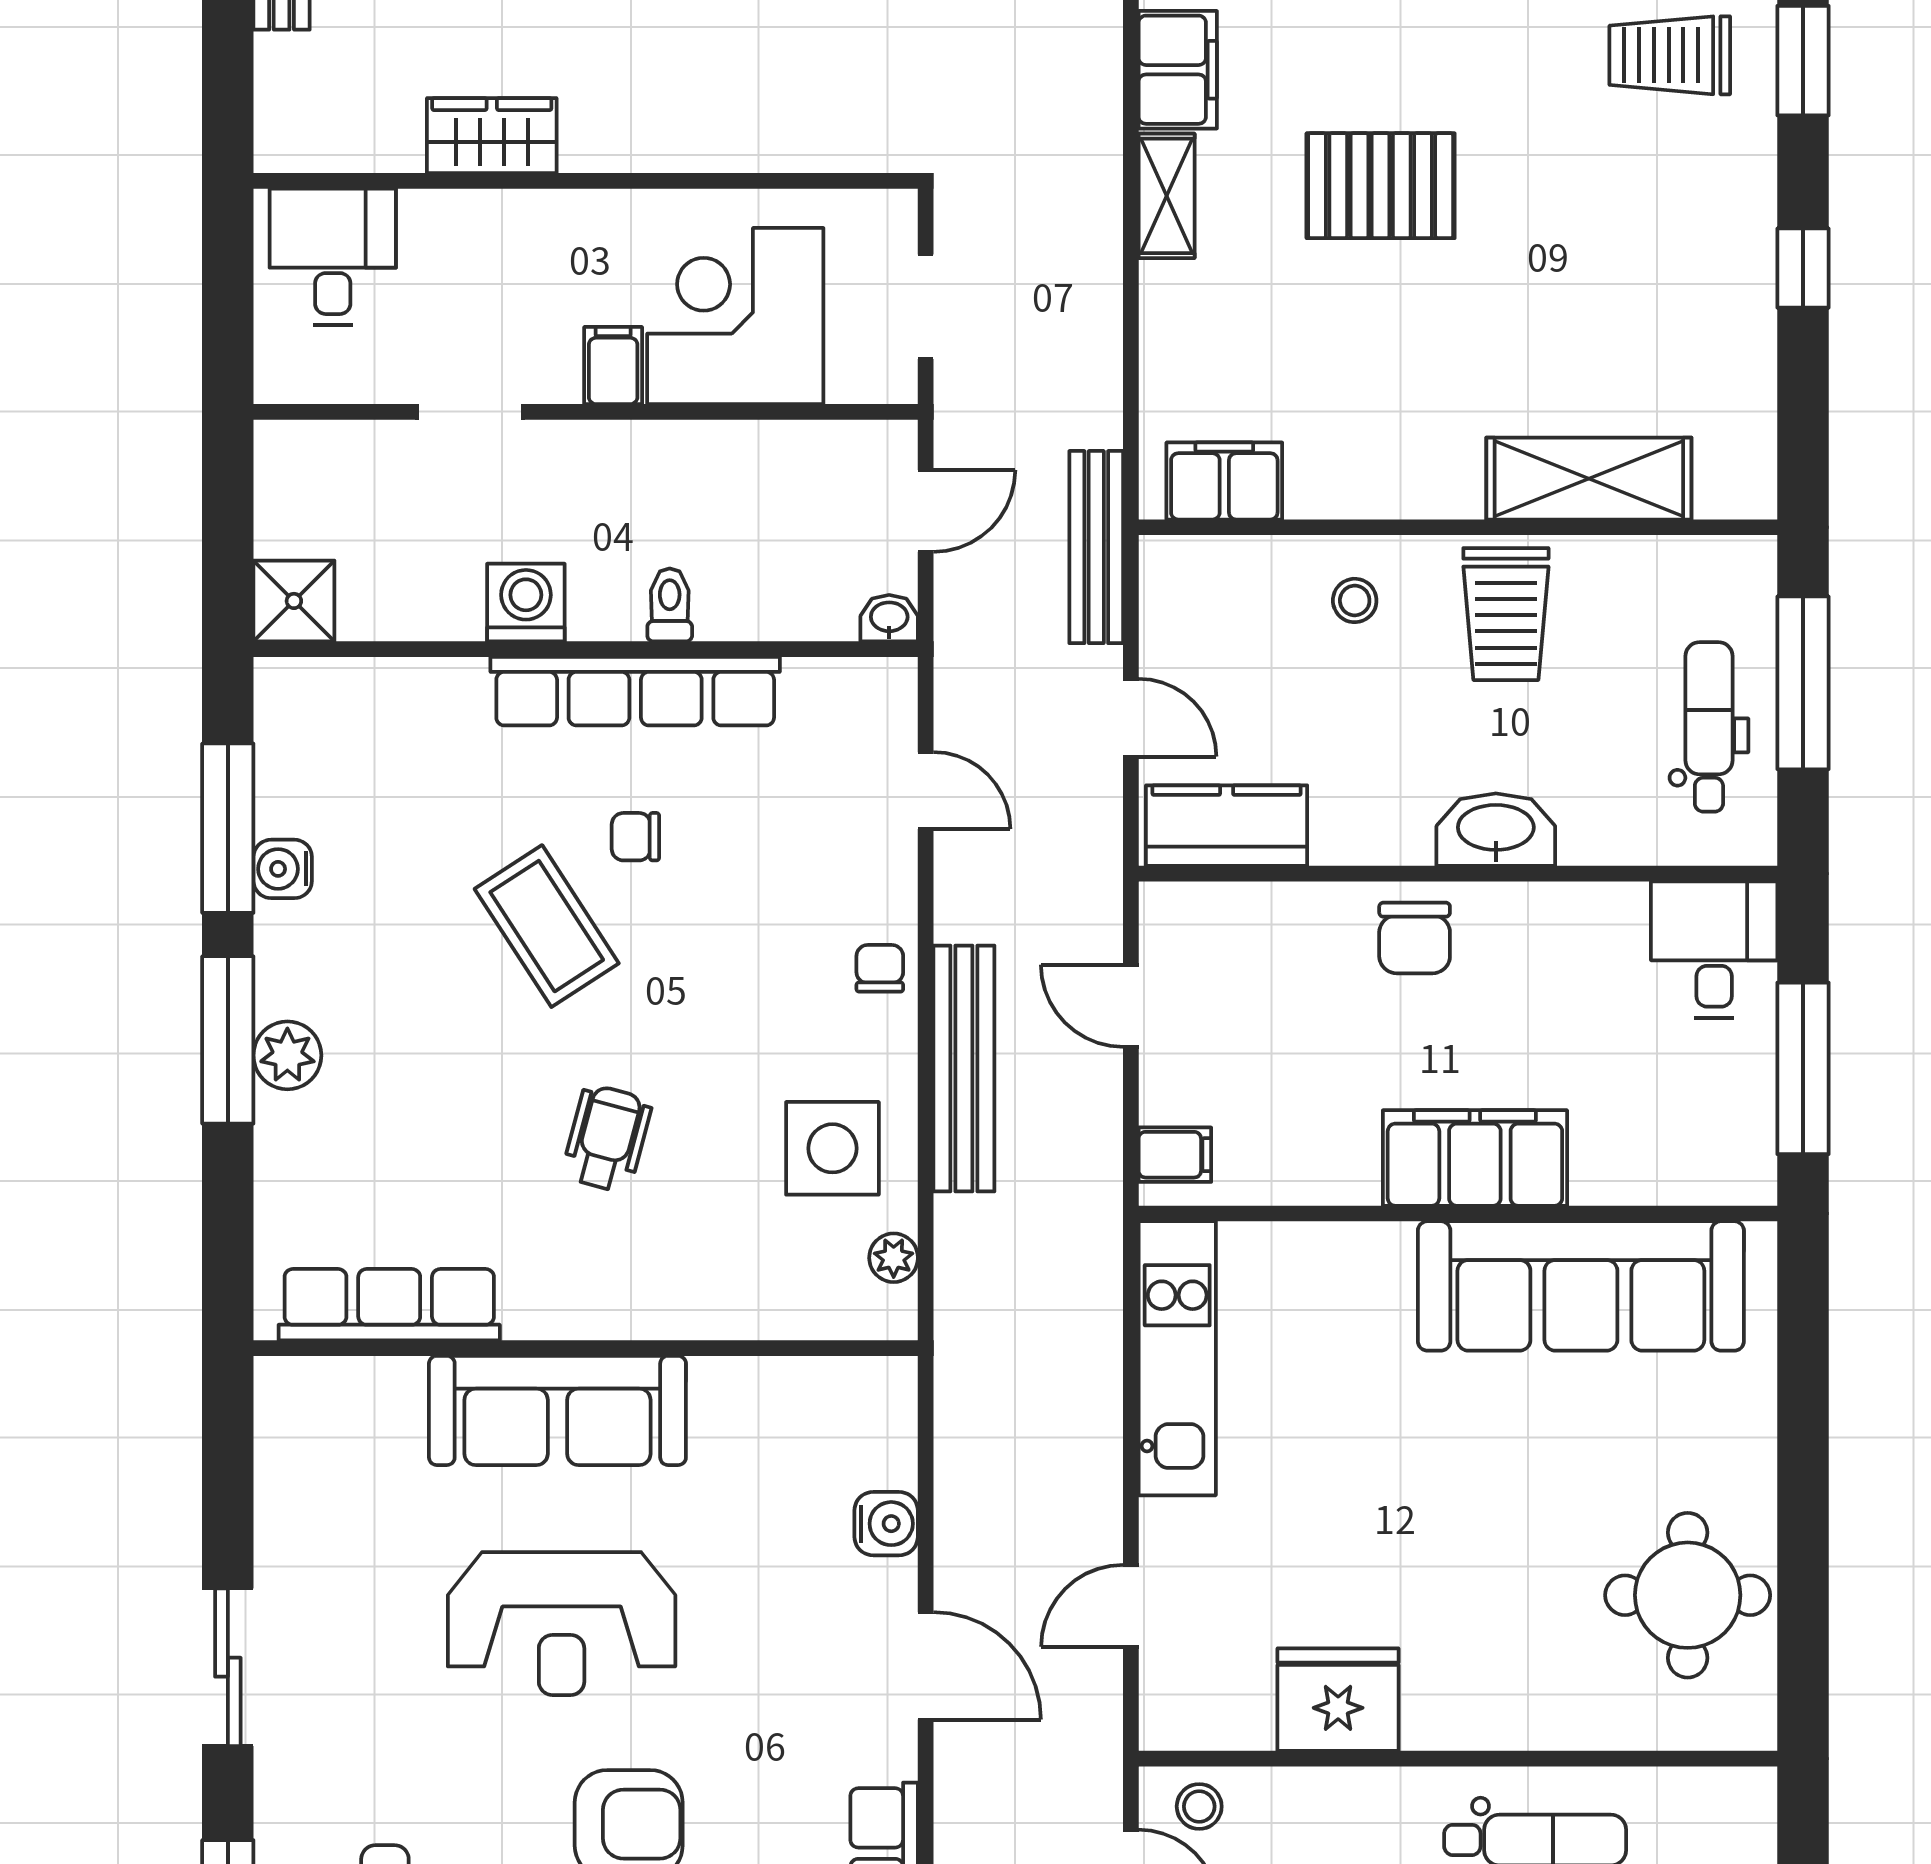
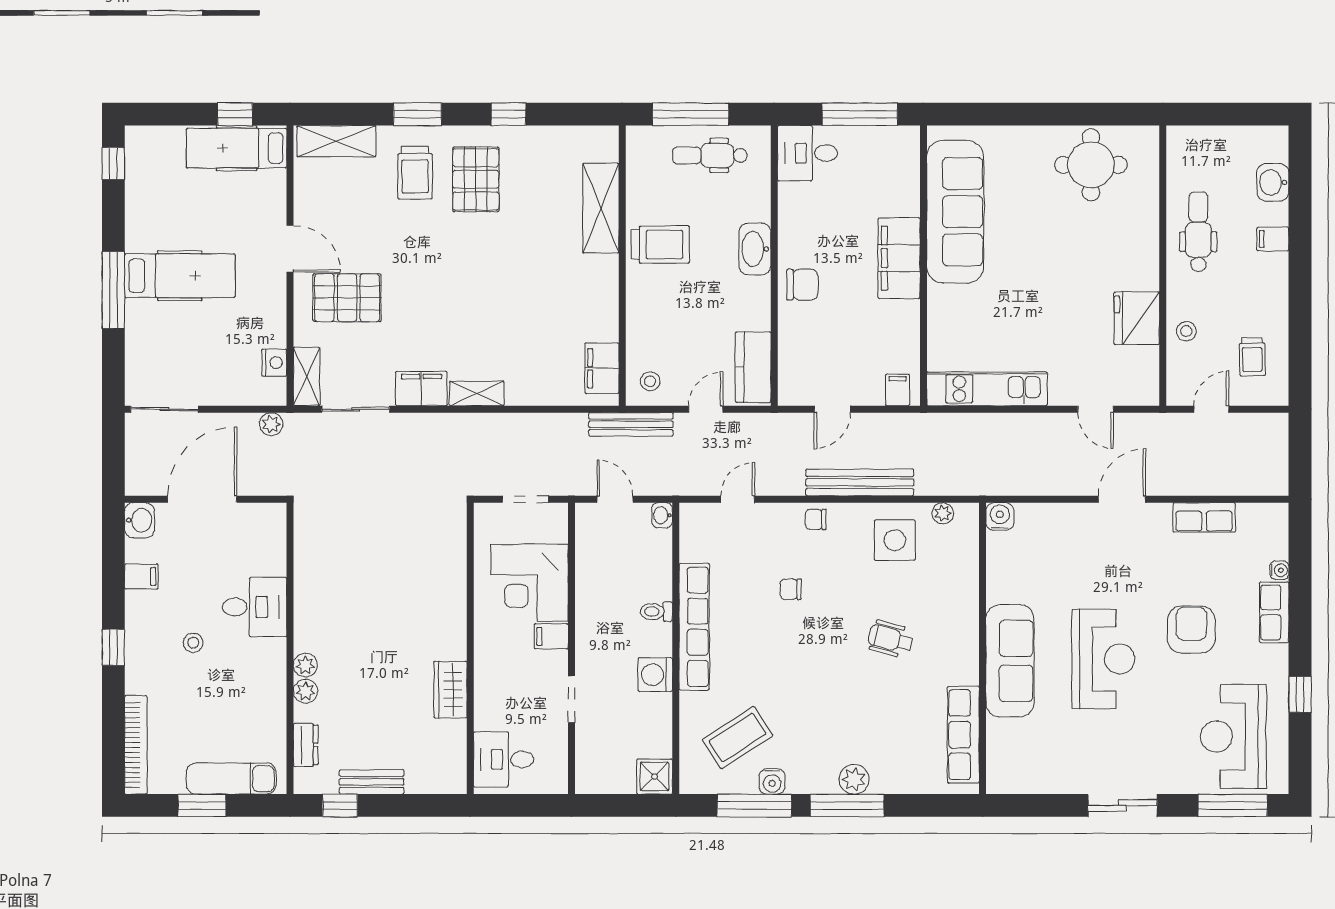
pallet: (1381, 186) -> (476, 179), moved
stool: (1355, 600) -> (650, 381), moved
chair: (635, 837) -> (791, 589), moved, turned 90
coffee table: (547, 926) -> (738, 738), moved
water cooler: (886, 1524) -> (1000, 517), moved
stool: (1199, 1806) -> (1186, 331), moved

